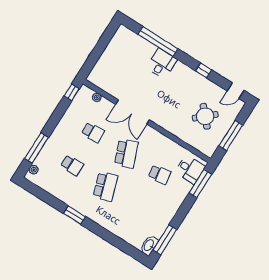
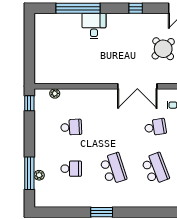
double door: (133, 112) -> (137, 86), moved
school desk: (126, 154) -> (155, 169), moved
plant: (34, 170) -> (39, 175), moved

